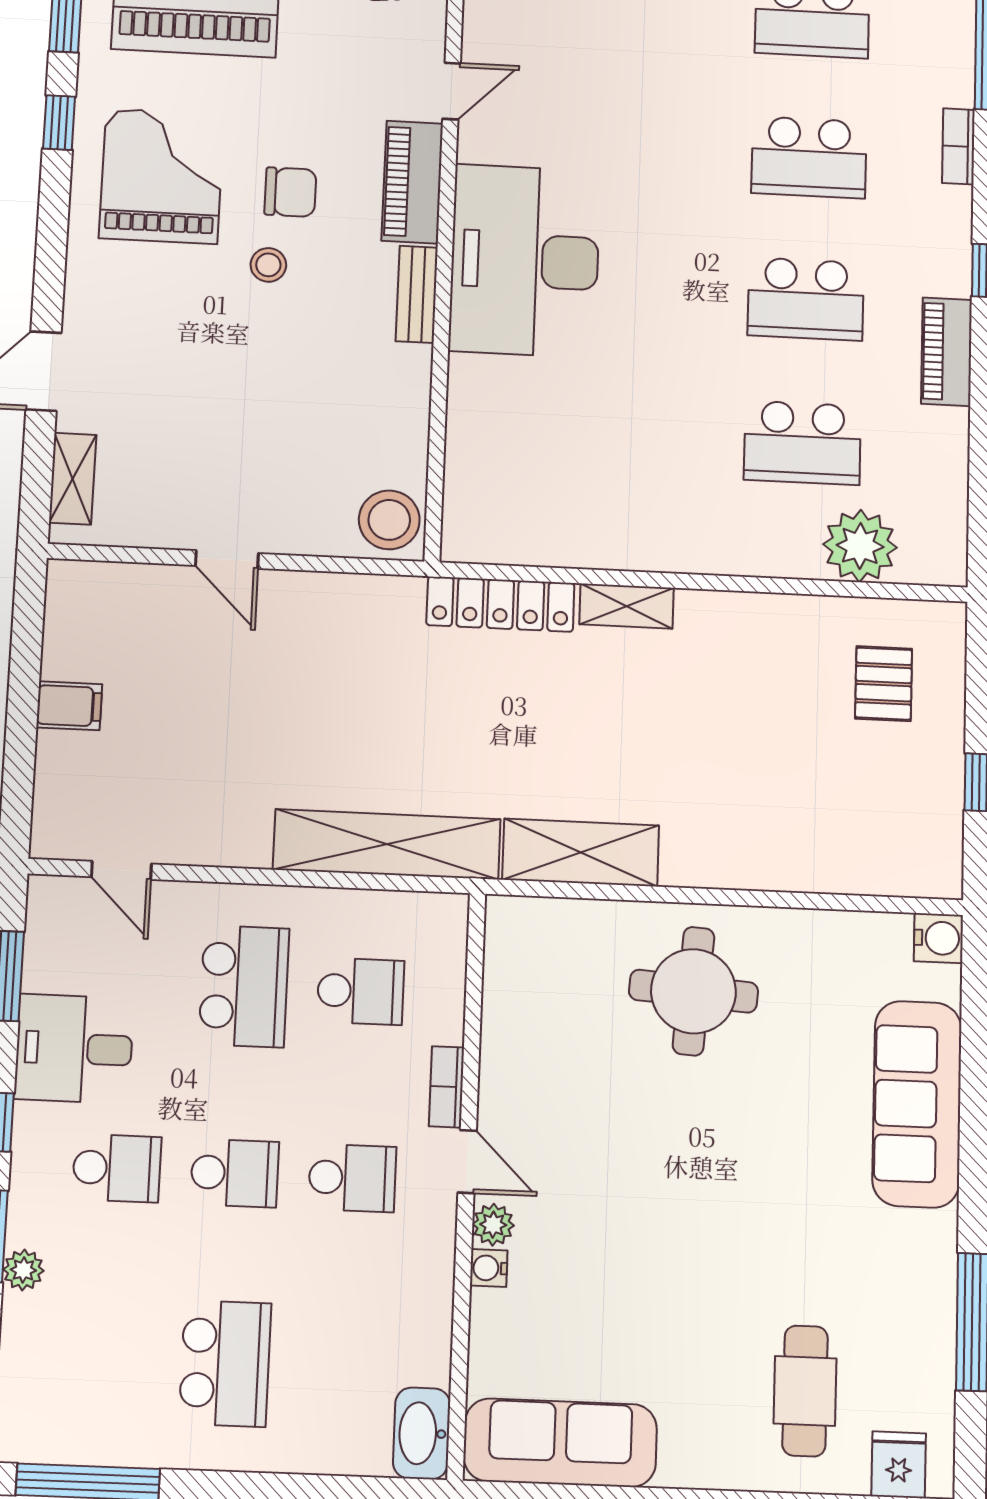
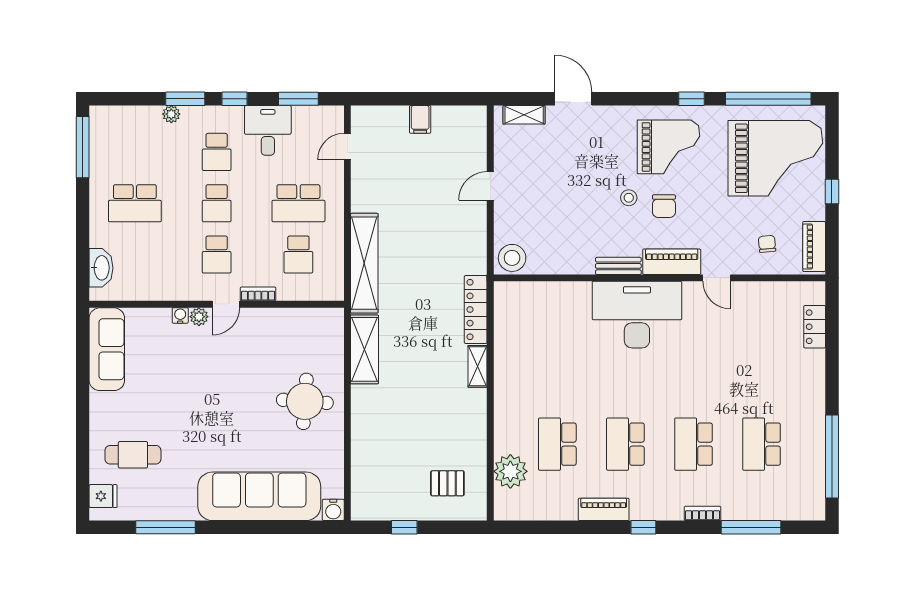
sofa: (917, 1104) -> (259, 496), width x1.36, depth x1.27
washbasin: (422, 1433) -> (101, 268), moved, turned 90

